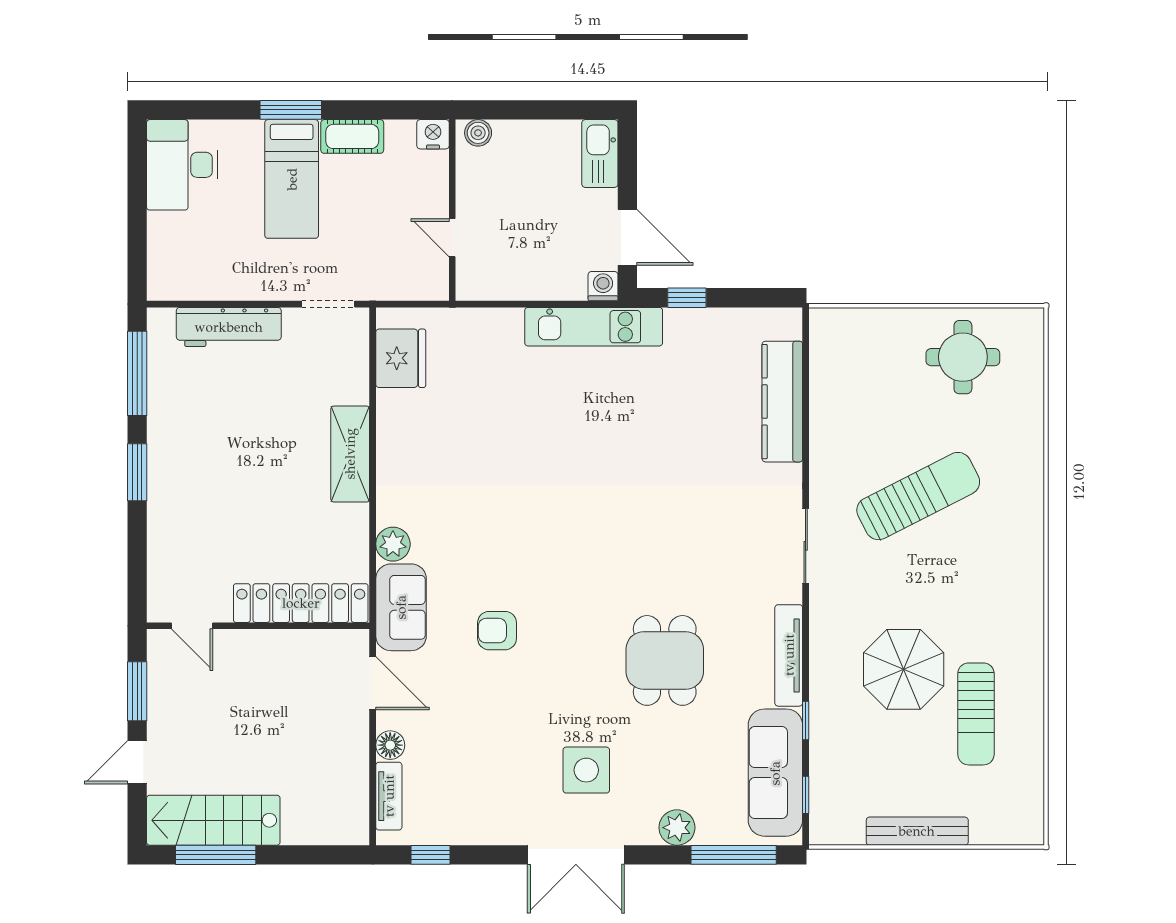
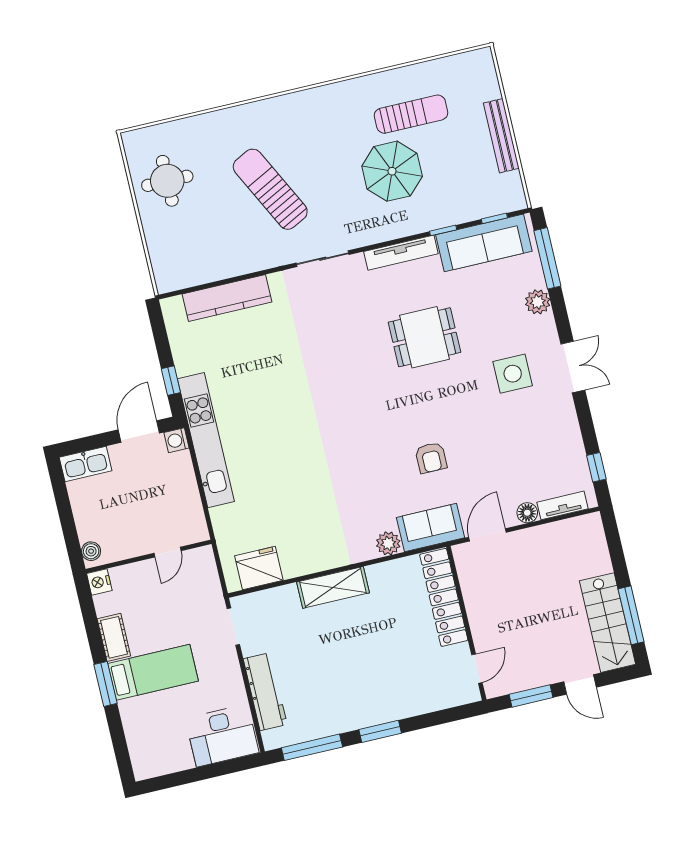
desk: (182, 165) -> (222, 736), moved
kitchen unit: (594, 327) -> (206, 440), width x1.36
double door: (576, 855) -> (573, 367), width x0.73

